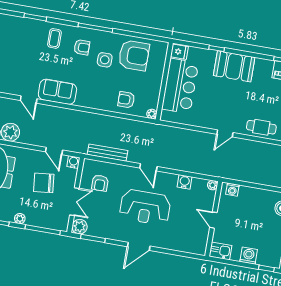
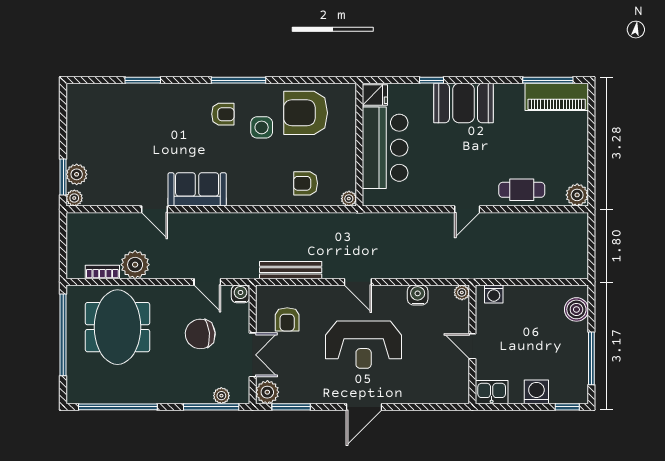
coffee table: (54, 38) -> (178, 108), removed
armchair: (134, 55) -> (306, 113), turned 180
plant: (20, 219) -> (221, 396), moved

